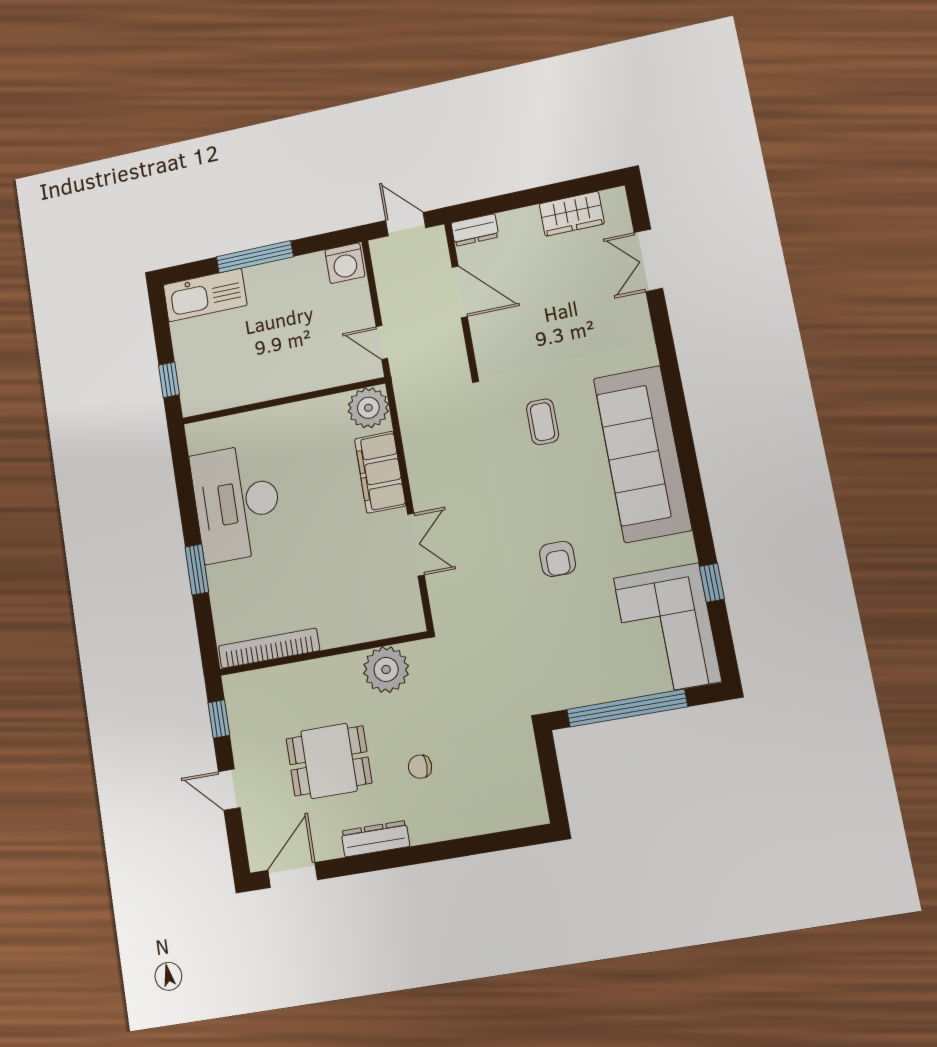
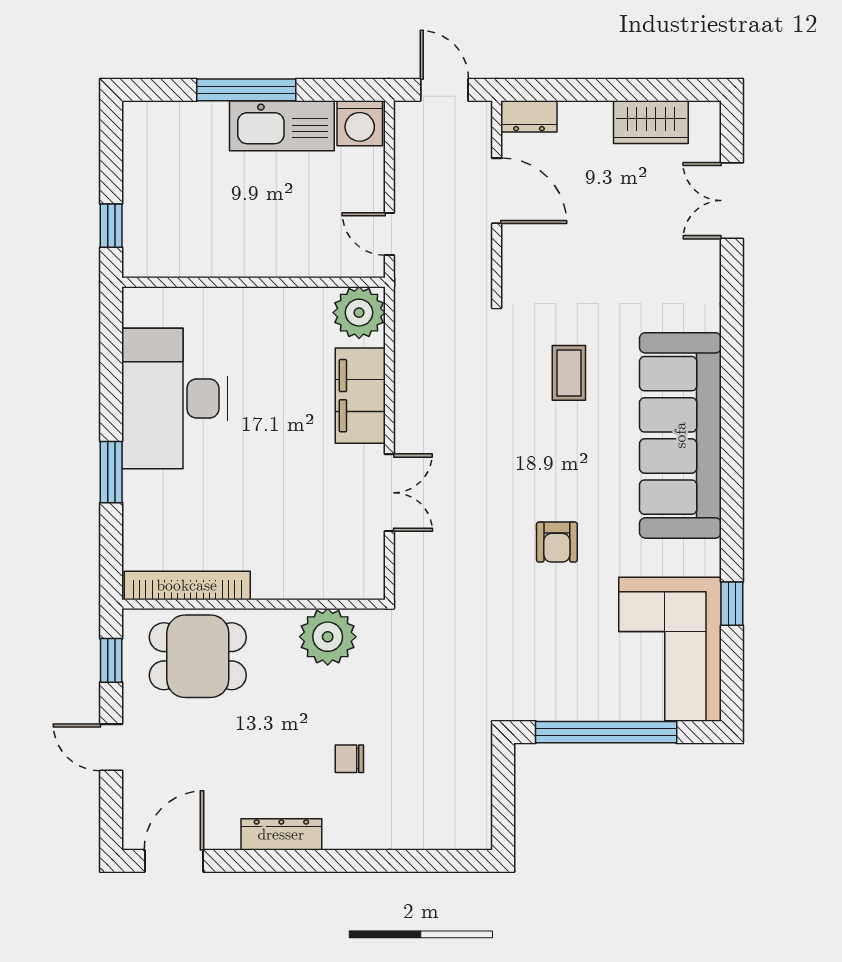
kitchen sink: (205, 295) -> (282, 126), moved
dining table: (329, 761) -> (198, 656), moved

